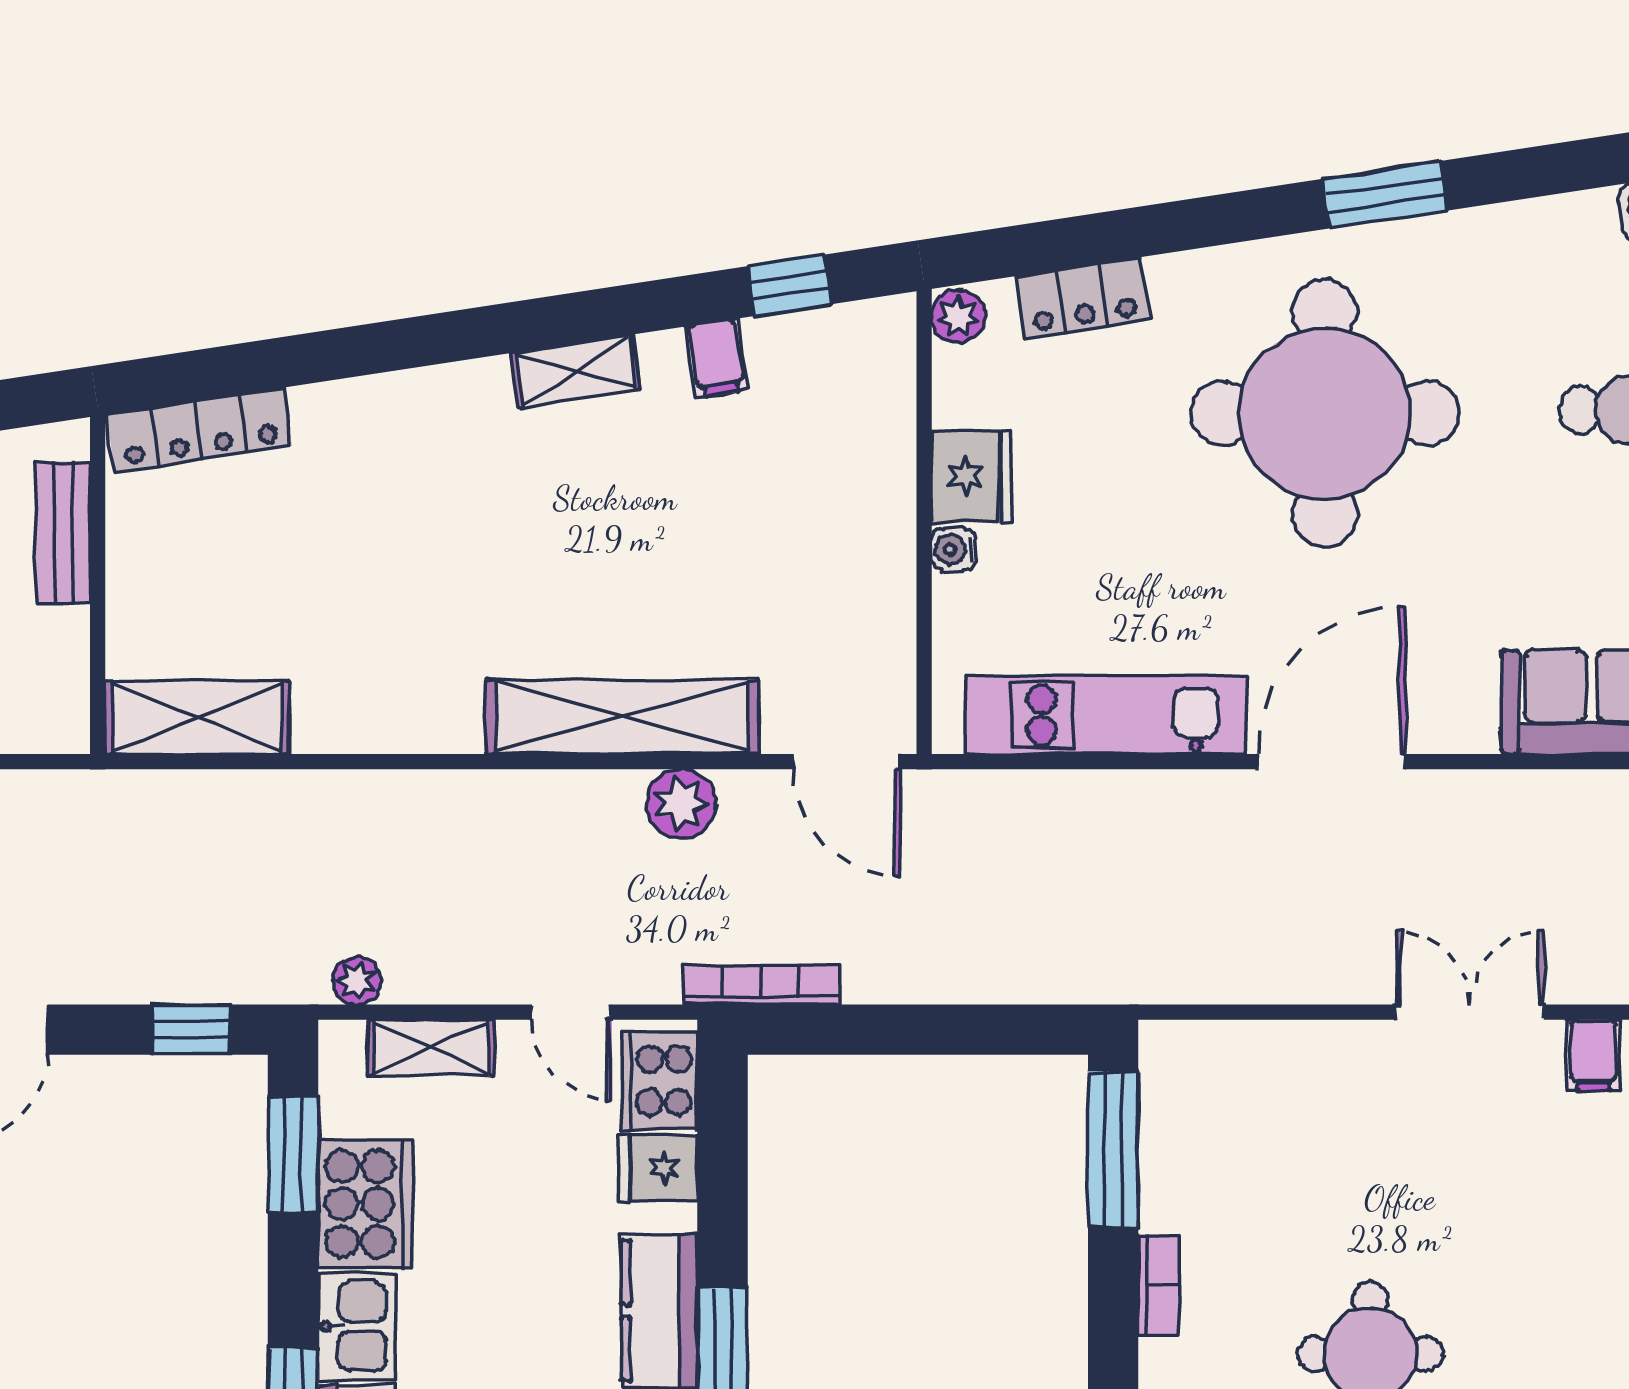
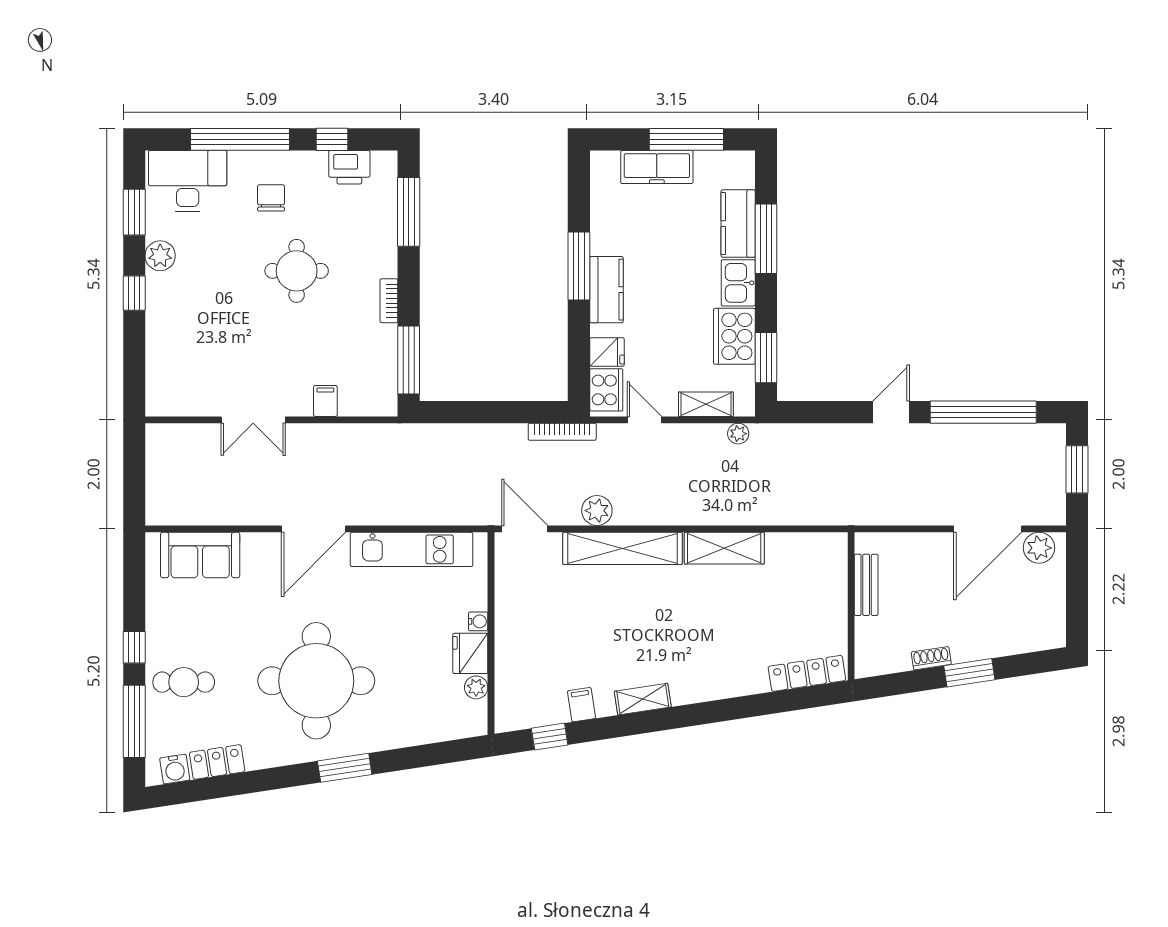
window: (1385, 195) -> (345, 768), moved
locker: (1083, 298) -> (217, 762), moved
plant: (958, 317) -> (476, 687), moved
bench: (63, 532) -> (866, 585), moved
shelving: (197, 718) -> (724, 548), moved
window: (191, 1030) -> (810, 412), removed
filing cabinet: (1593, 1055) -> (325, 401), moved

